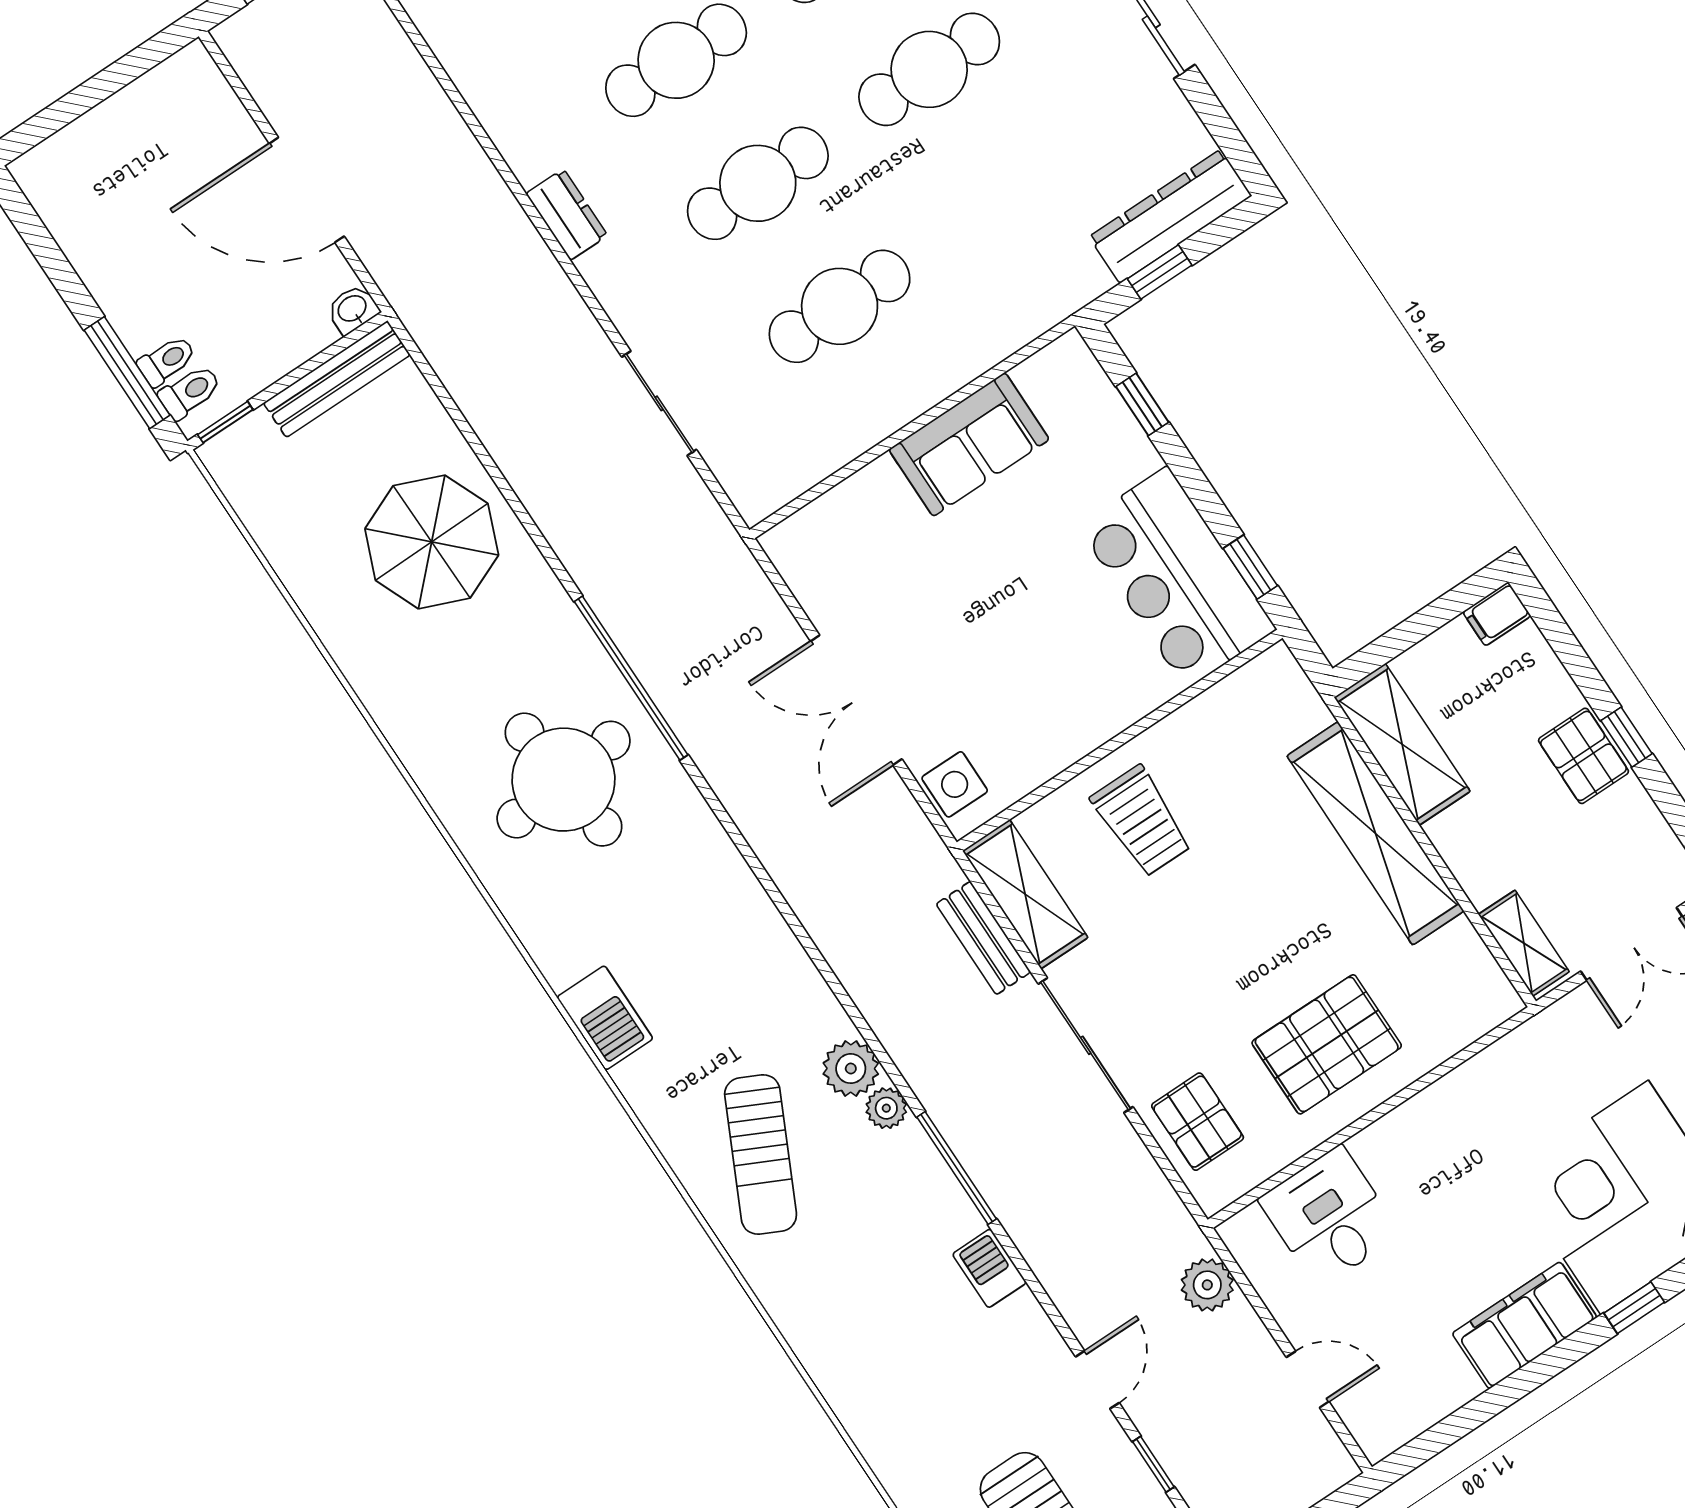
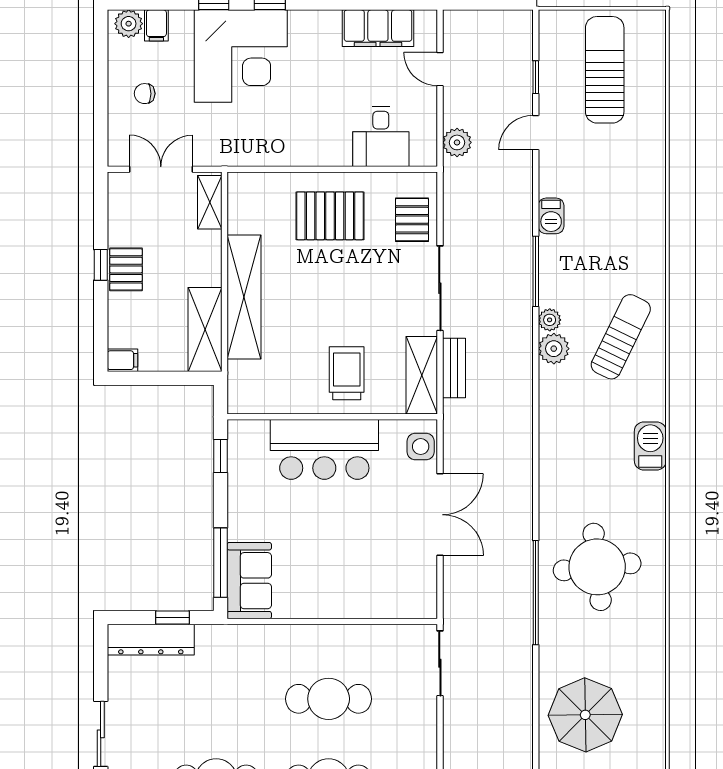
sliding door: (659, 403) -> (440, 663), moved
window: (1142, 404) -> (220, 563), width x2.17
sofa: (969, 444) -> (249, 581), moved, turned 90
bar counter: (1177, 578) -> (324, 449), moved, turned 90
filing cabinet: (1525, 1325) -> (378, 28), moved

